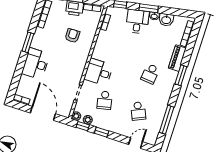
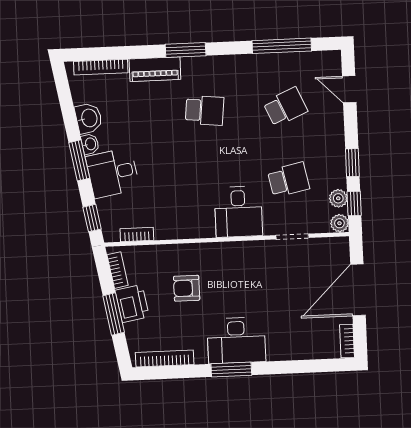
desk: (36, 64) -> (236, 340), moved

